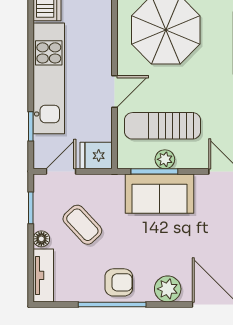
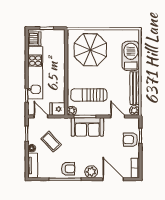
door: (115, 91) -> (66, 79), removed
plant: (165, 159) -> (72, 111), moved
door: (61, 171) -> (41, 116), hinge flipped

